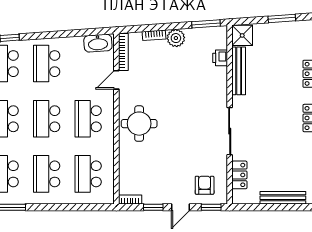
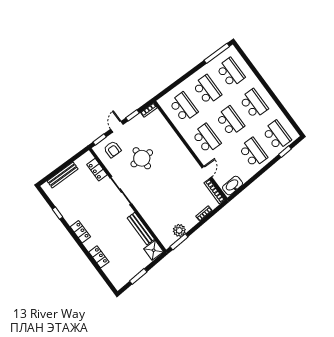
plant: (176, 38) -> (179, 230), moved
printer: (220, 58) -> (157, 228), removed
round table: (139, 124) -> (142, 158), moved

